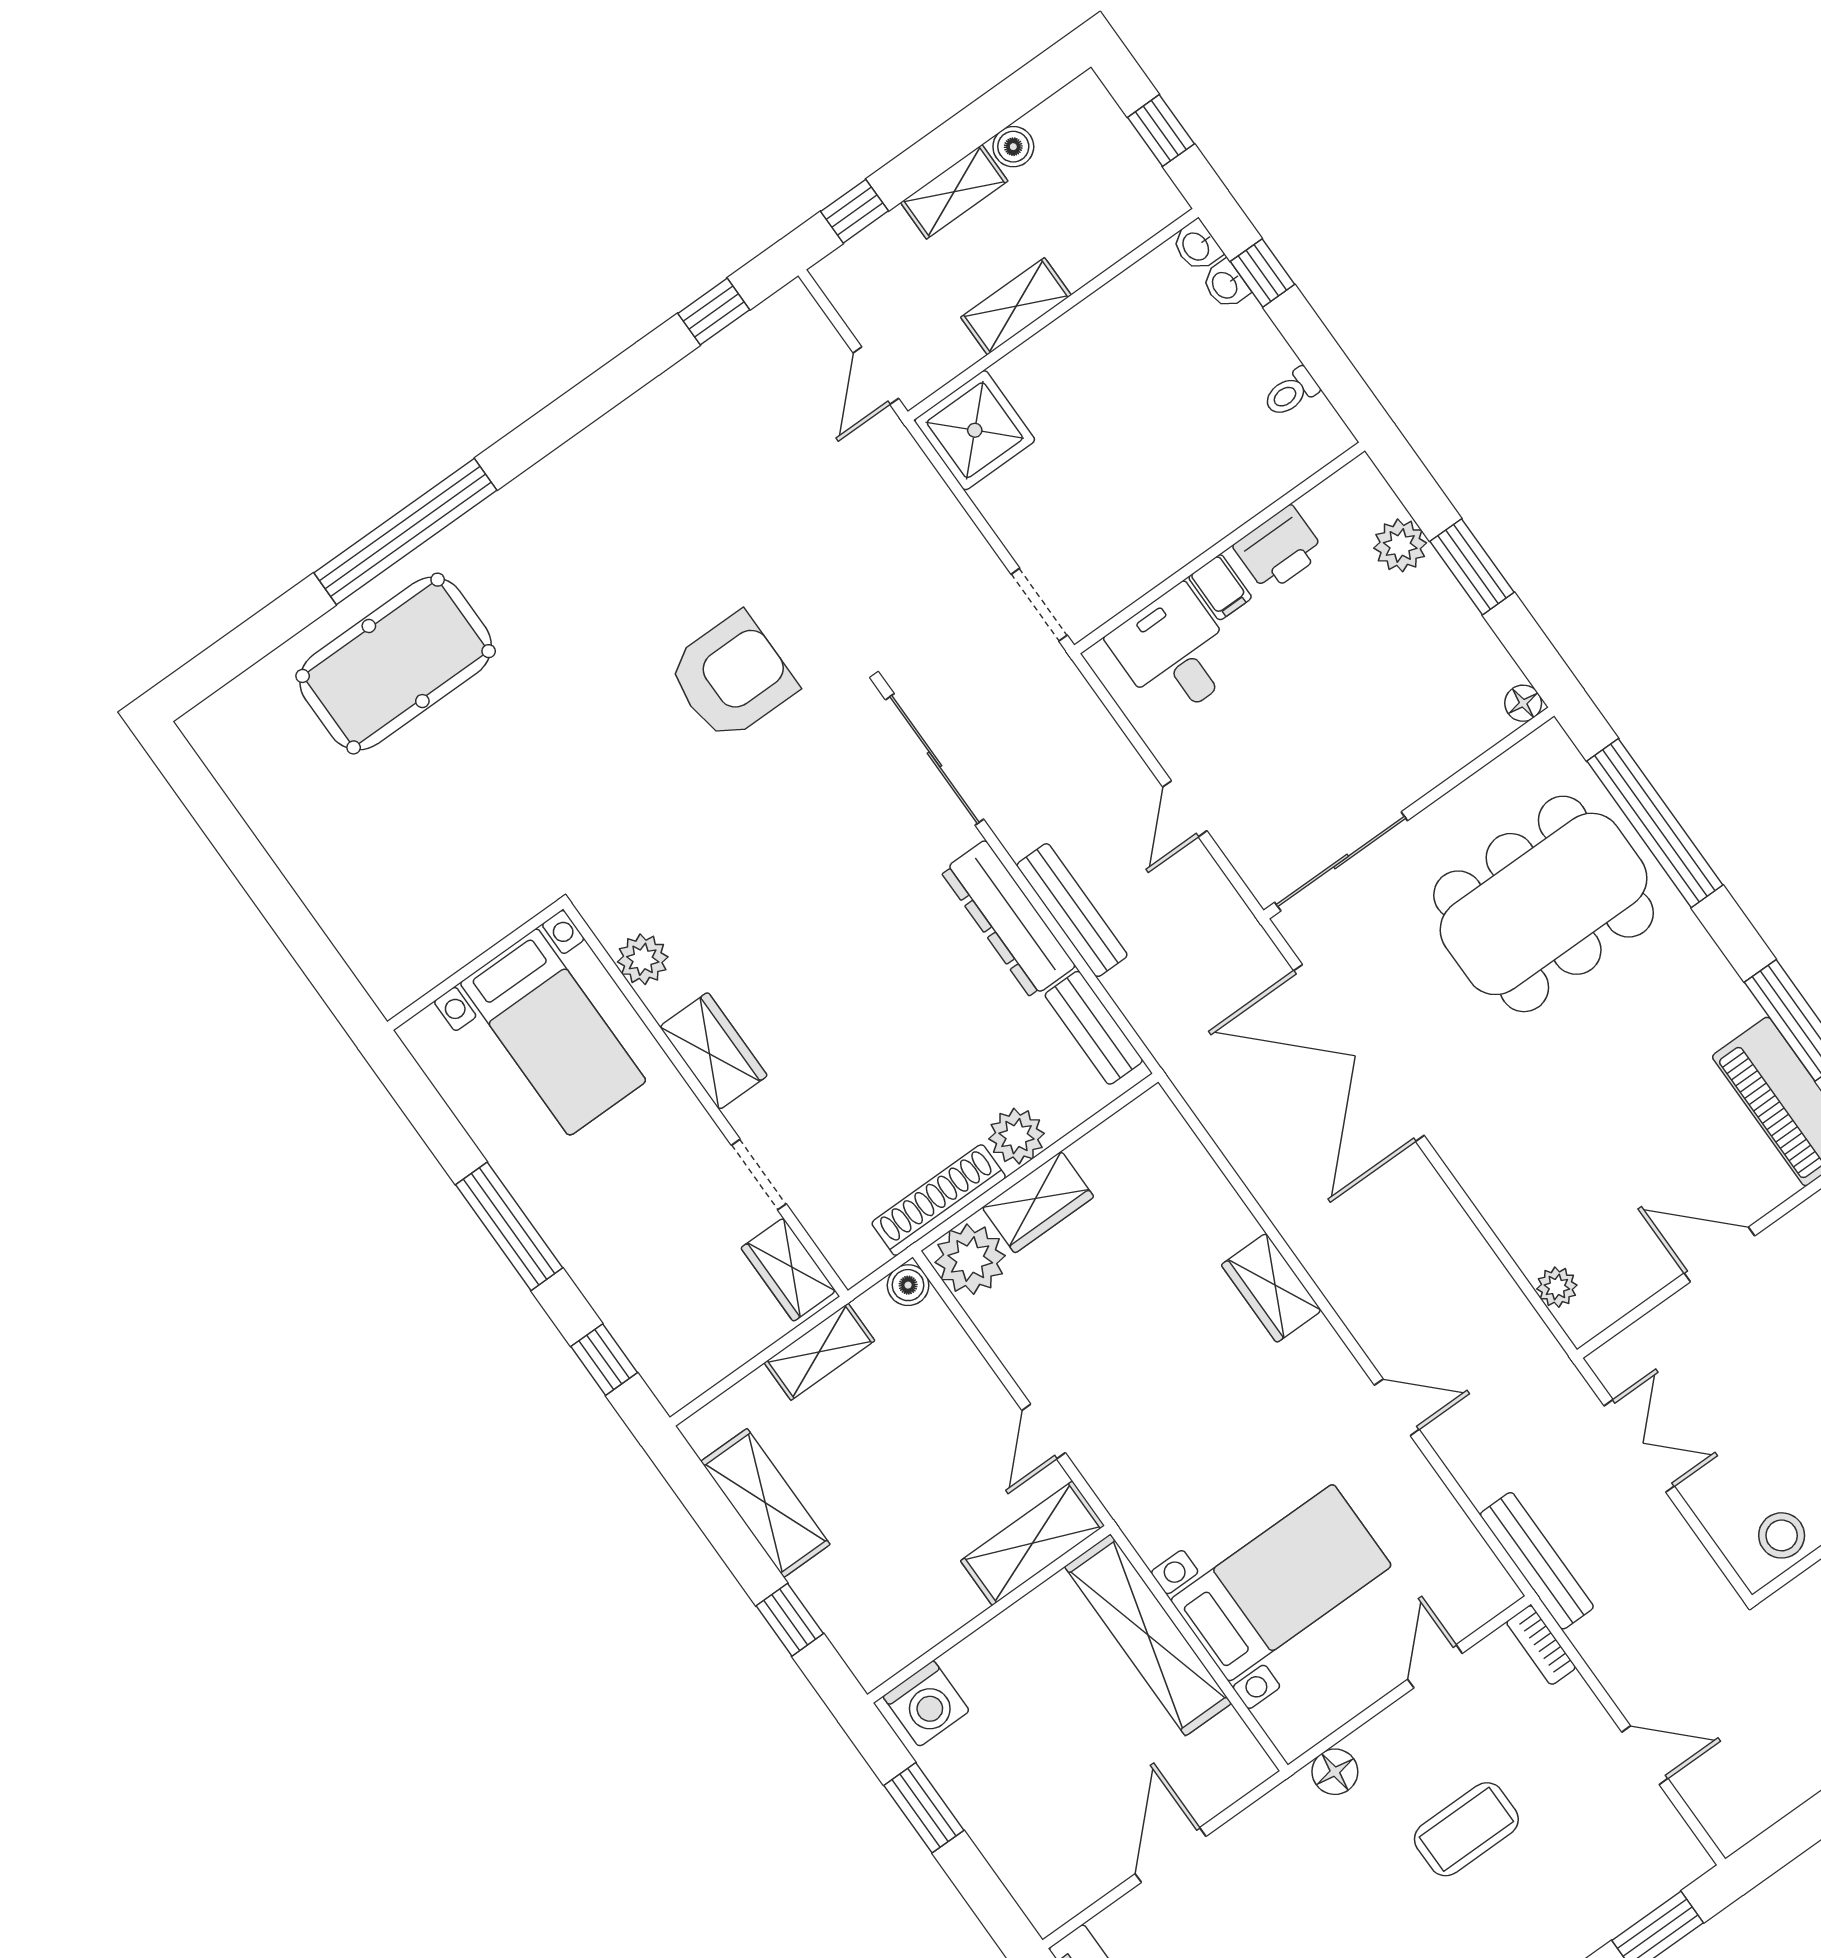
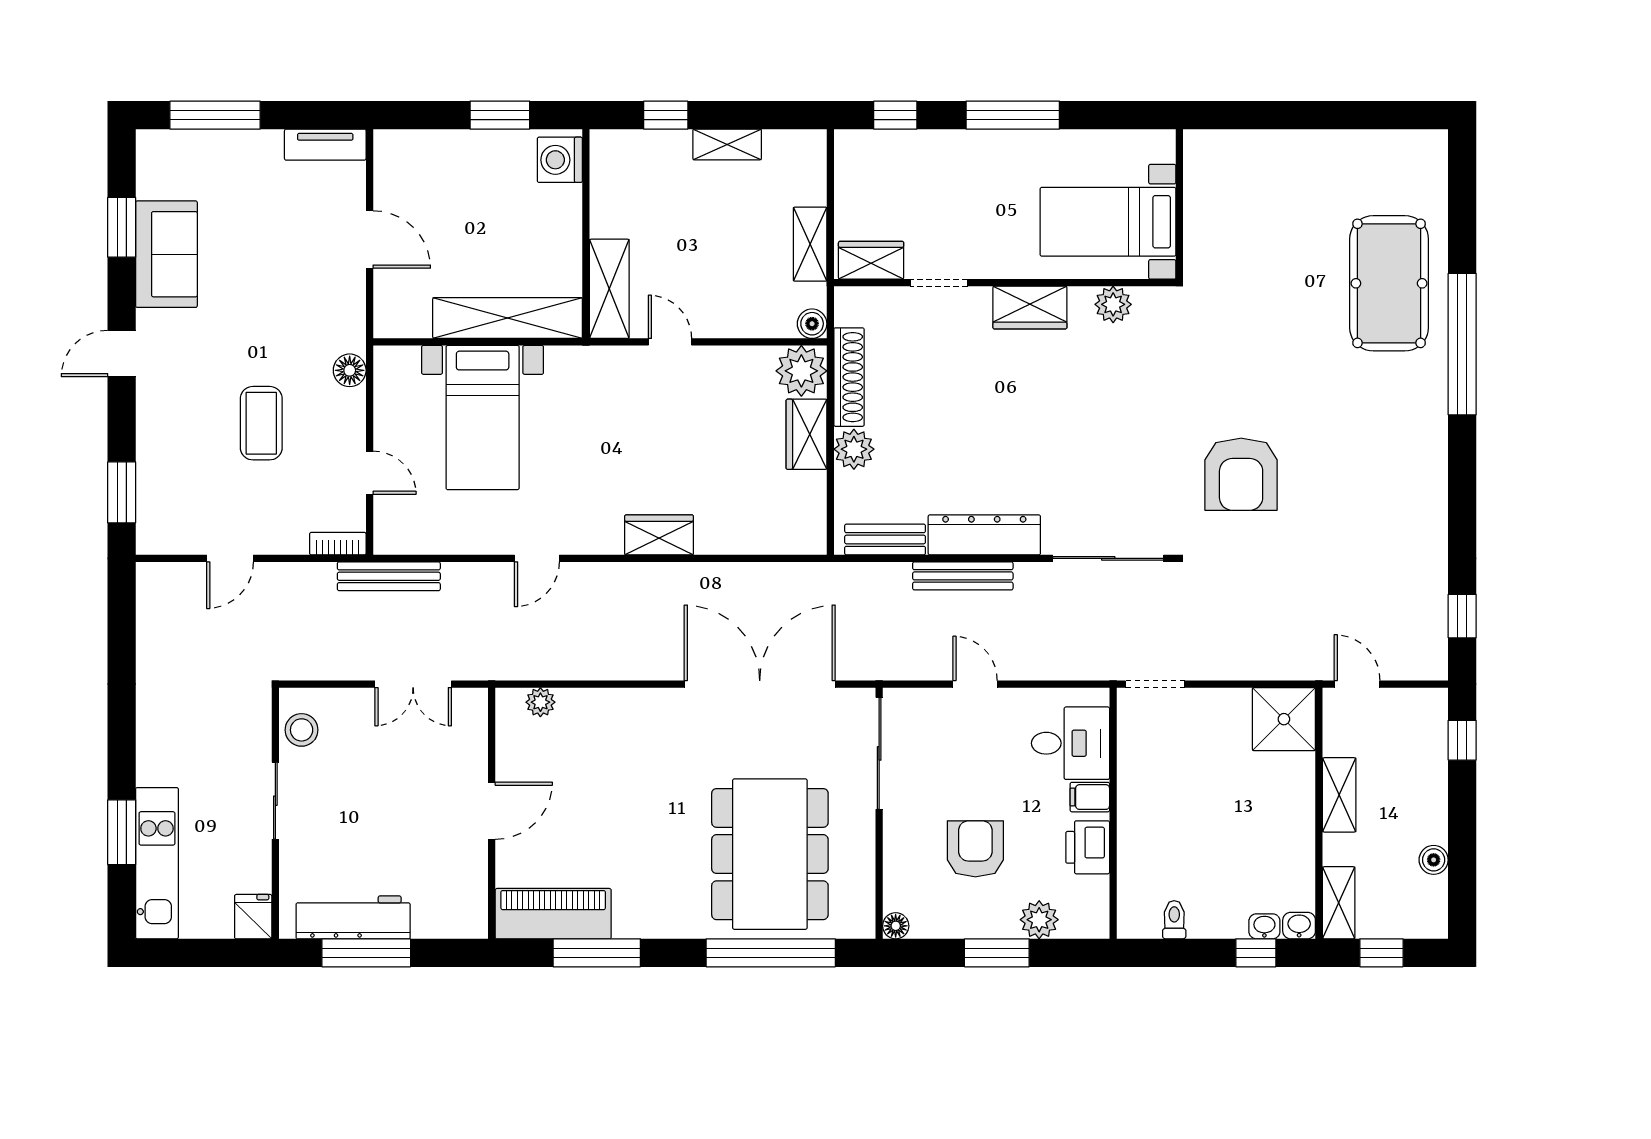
shelving: (954, 192) -> (1339, 903), moved
armchair: (1371, 675) -> (975, 849), added
shelving: (765, 1503) -> (727, 144), width x0.67, depth x0.75

